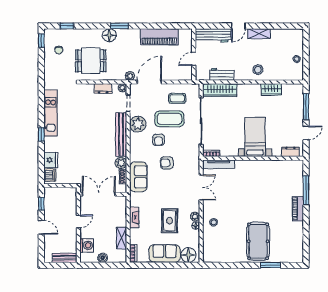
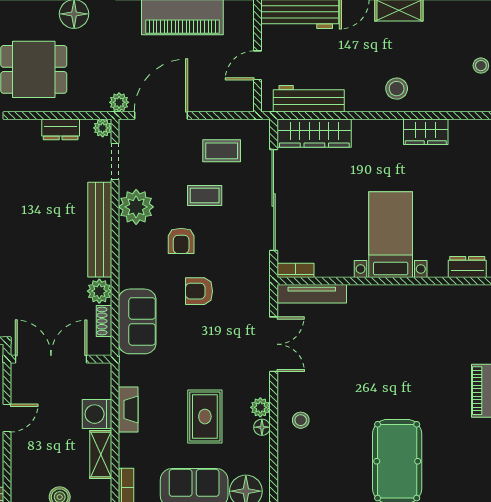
workbench: (222, 74) -> (309, 99), width x1.38
coffee table: (169, 119) -> (205, 196), width x0.54, depth x0.58
washing machine: (87, 245) -> (97, 414), moved, turned 180

